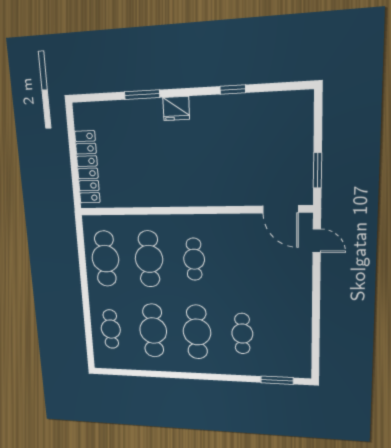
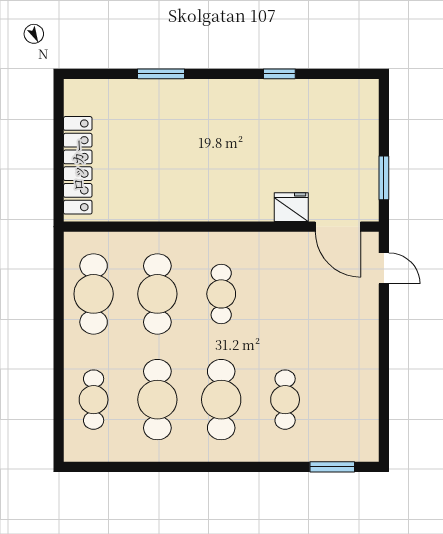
fridge: (176, 108) -> (291, 207), moved, turned 180

